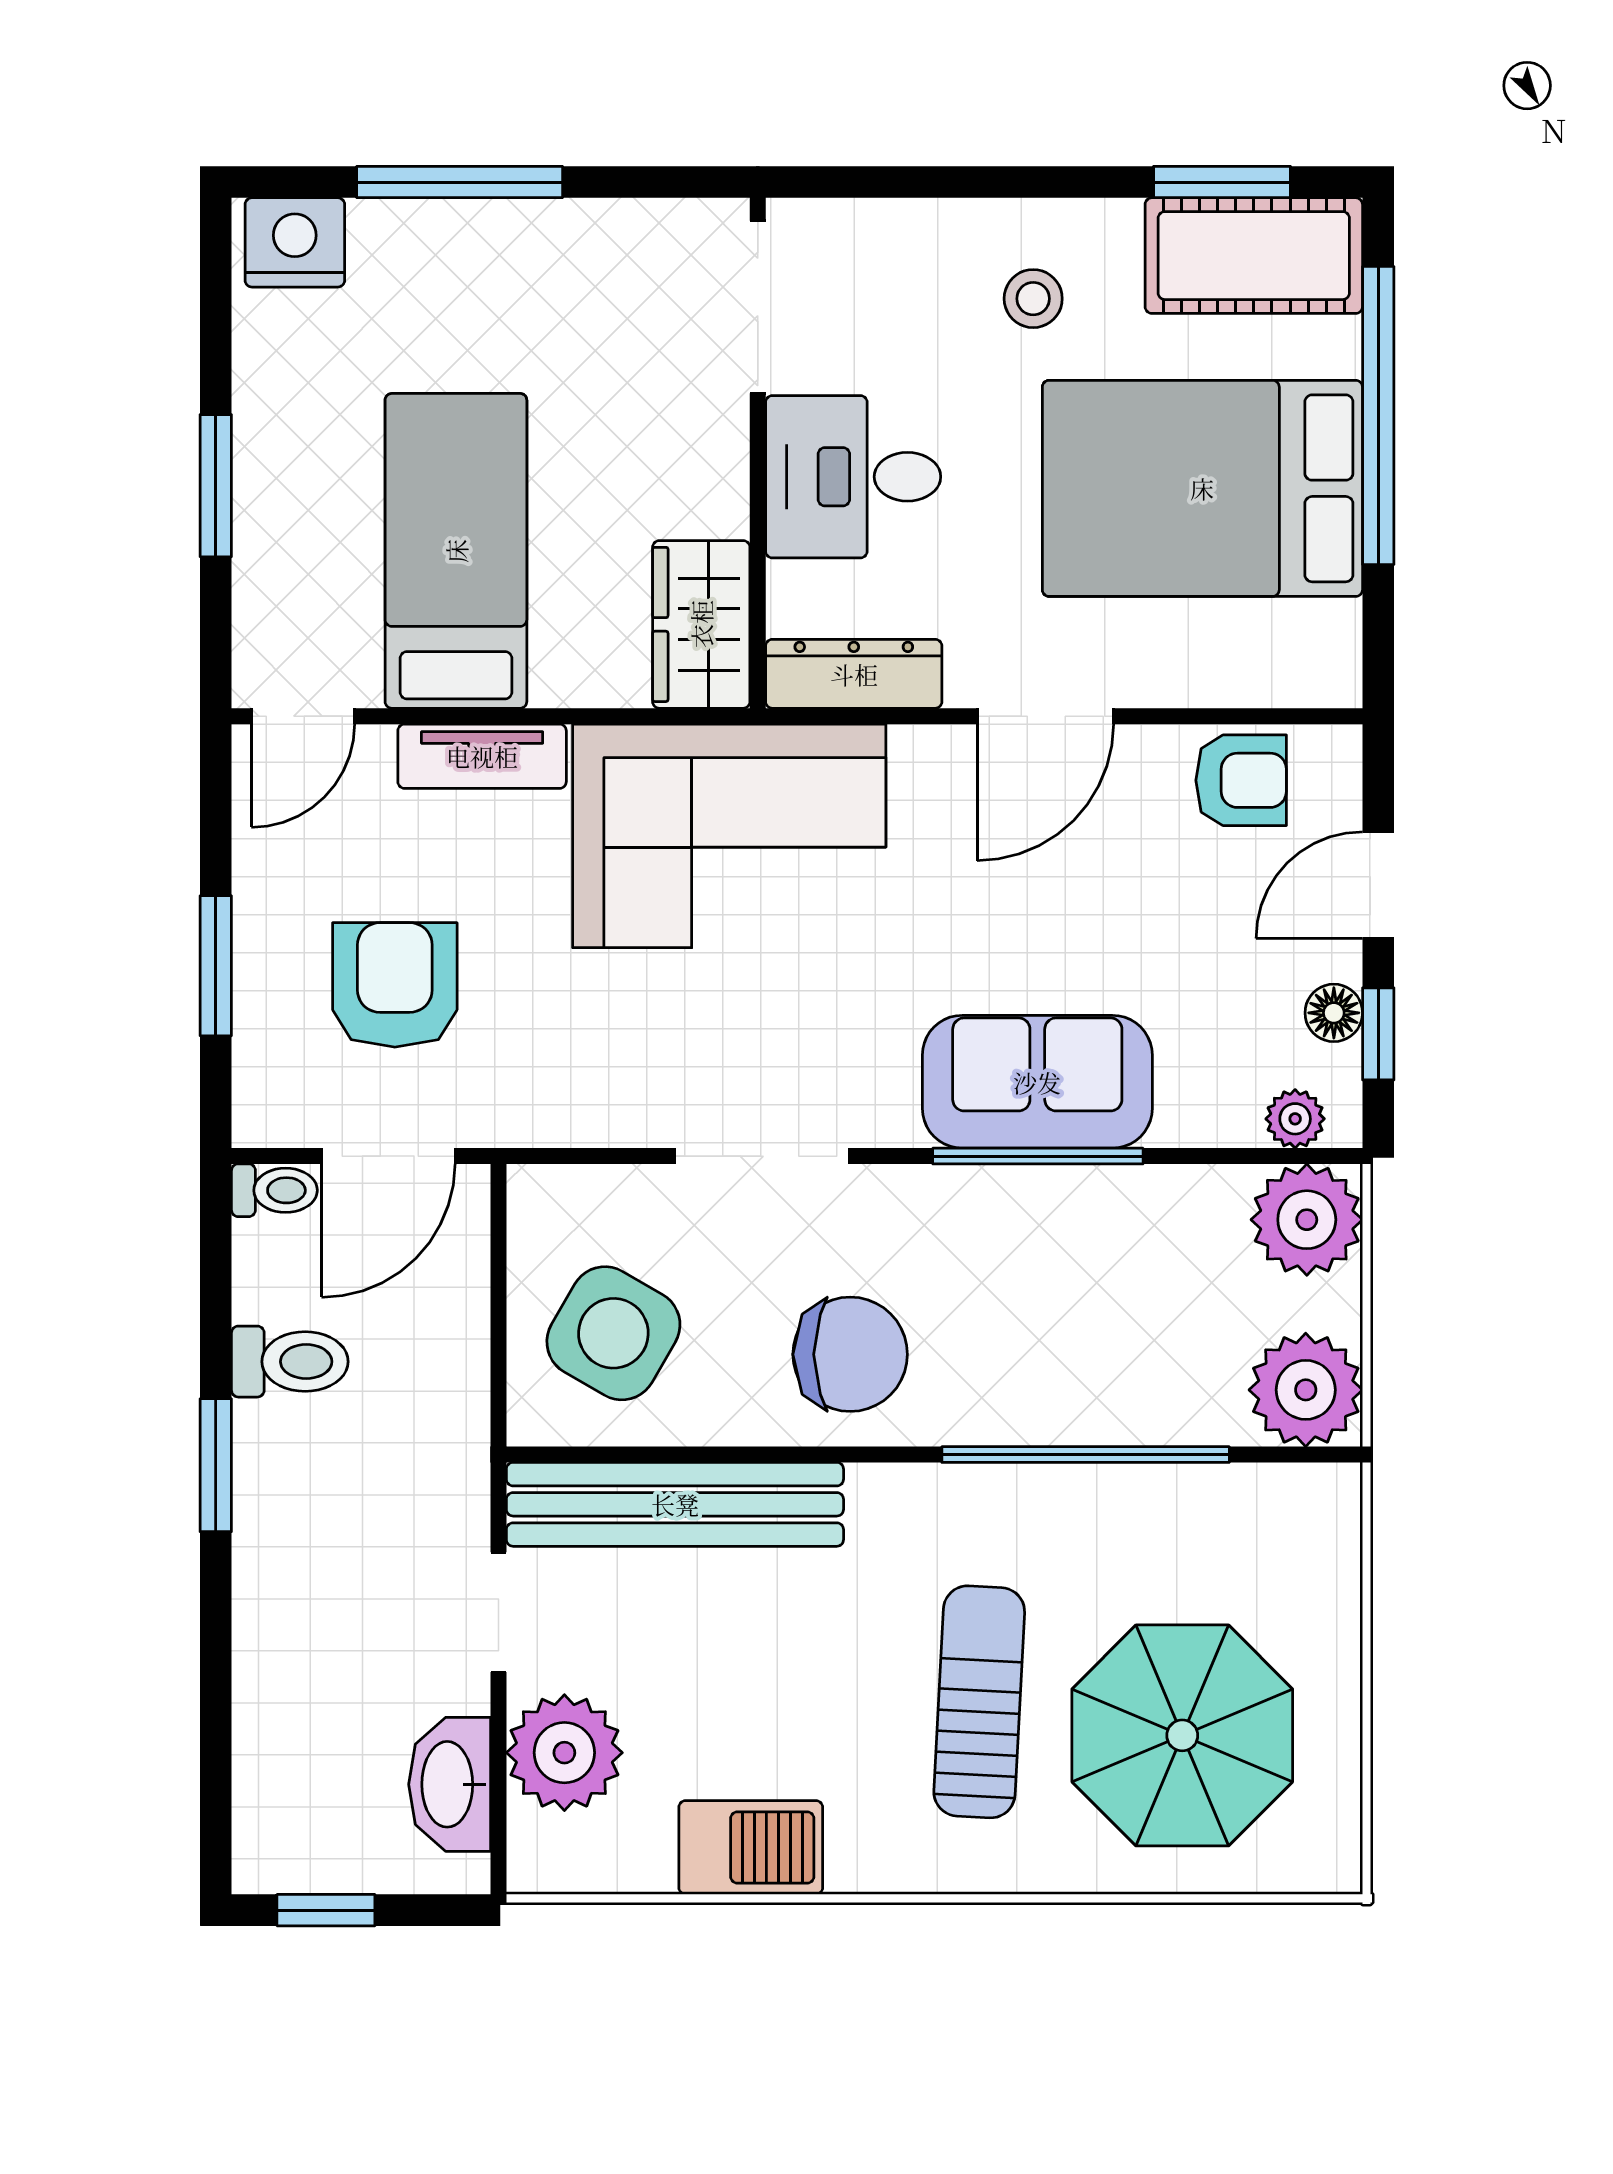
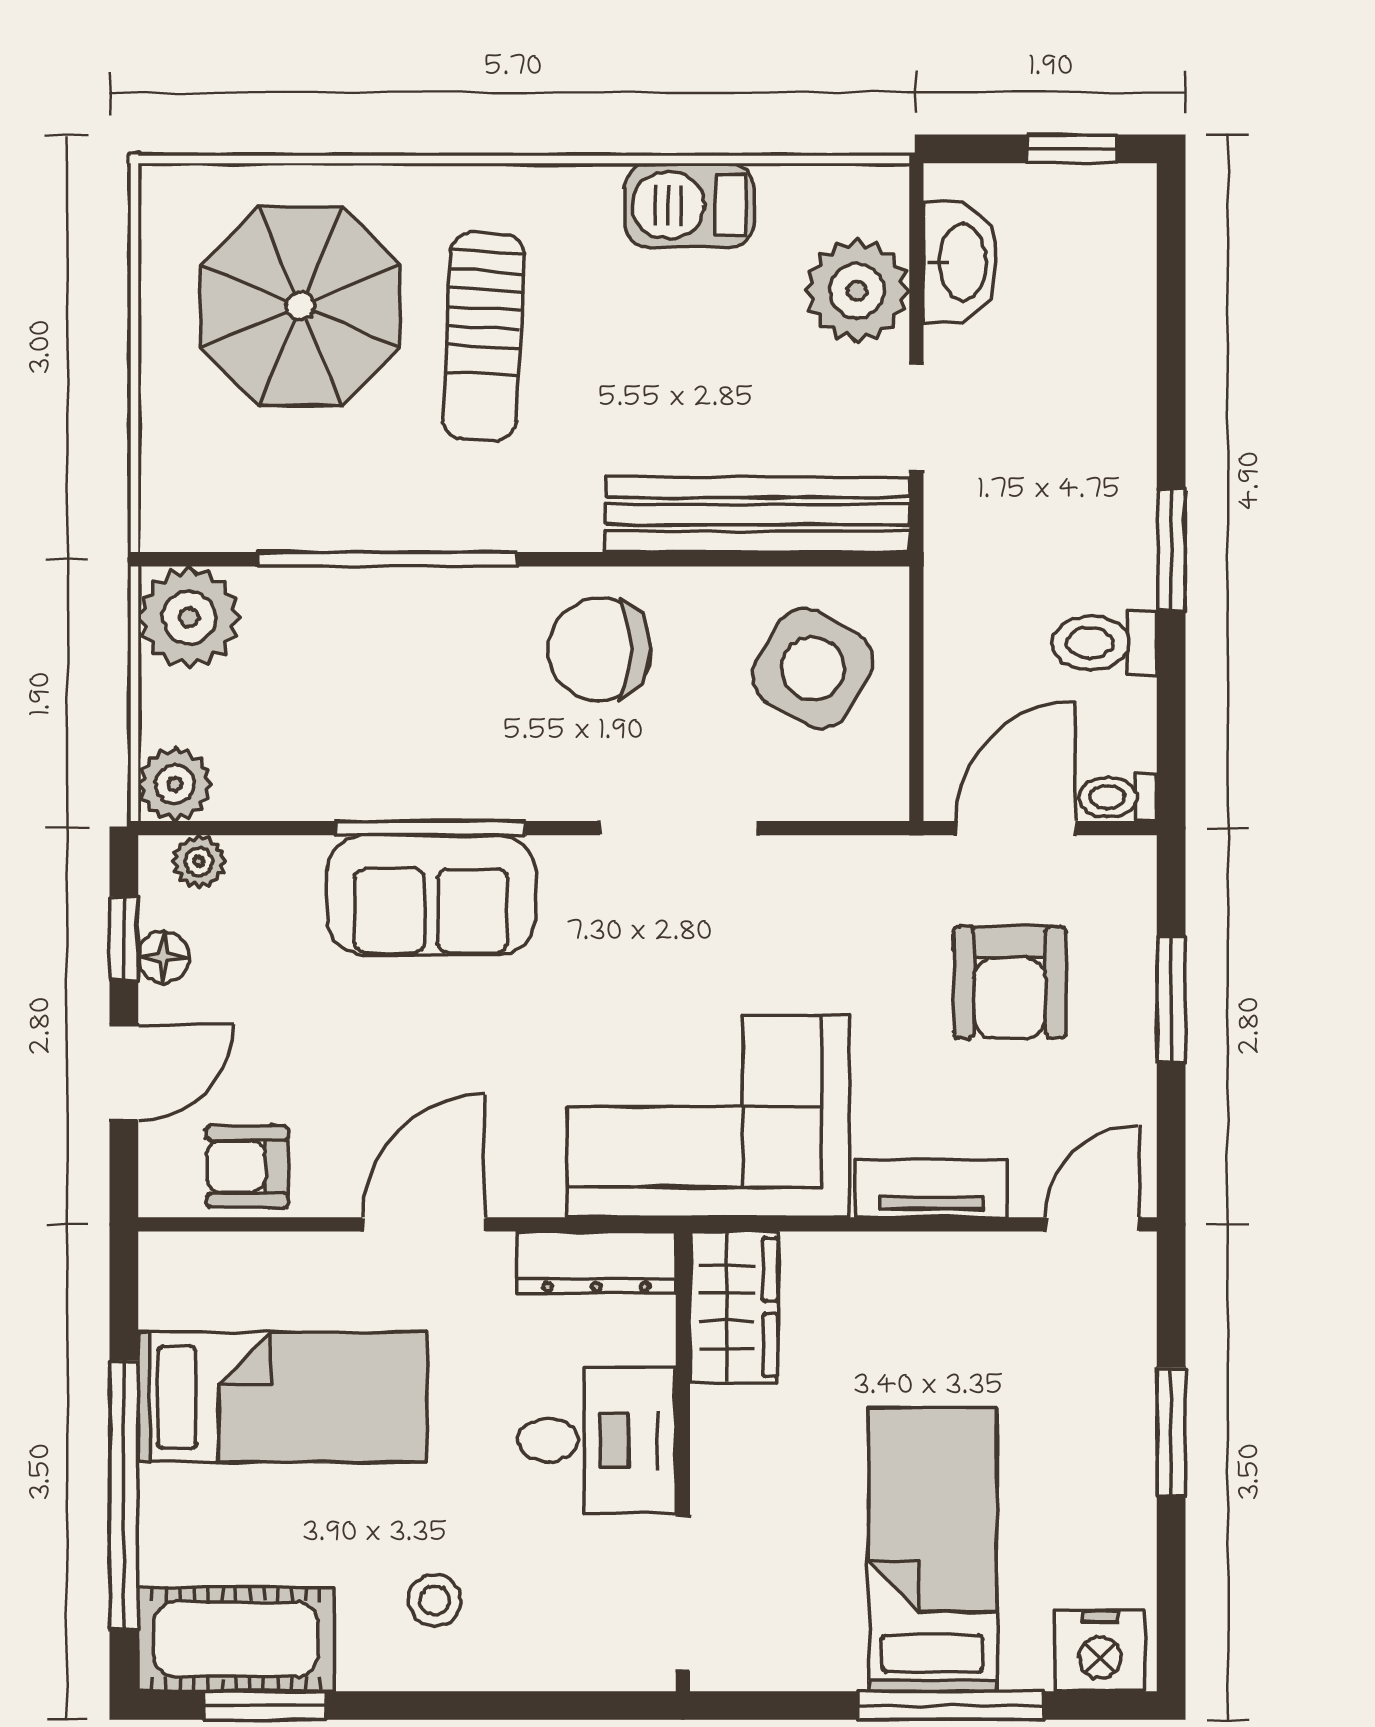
bed: (1202, 488) -> (282, 1397), width x0.67
bed: (456, 551) -> (933, 1550), moved, turned 180
plant: (1307, 1220) -> (175, 784), width x0.73, depth x0.73

